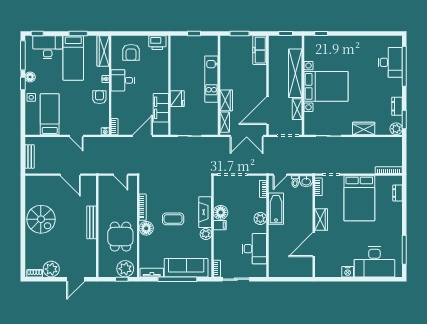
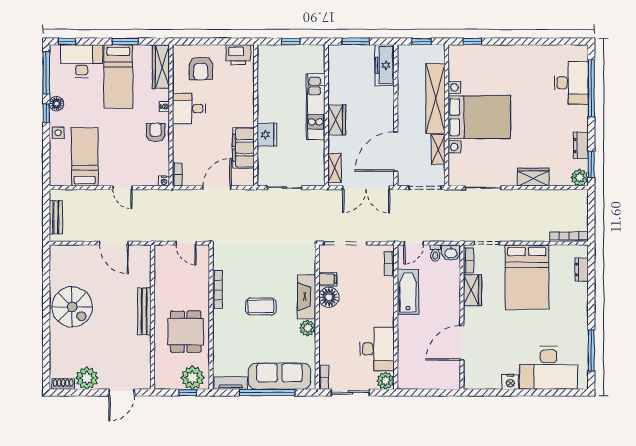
wardrobe: (226, 100) -> (337, 120), moved
plant: (260, 218) -> (385, 381), moved
wardrobe: (321, 220) -> (472, 290), moved
filing cabinet: (220, 225) -> (328, 279), moved
floor lamp: (146, 228) -> (223, 320), removed

